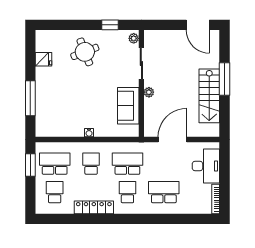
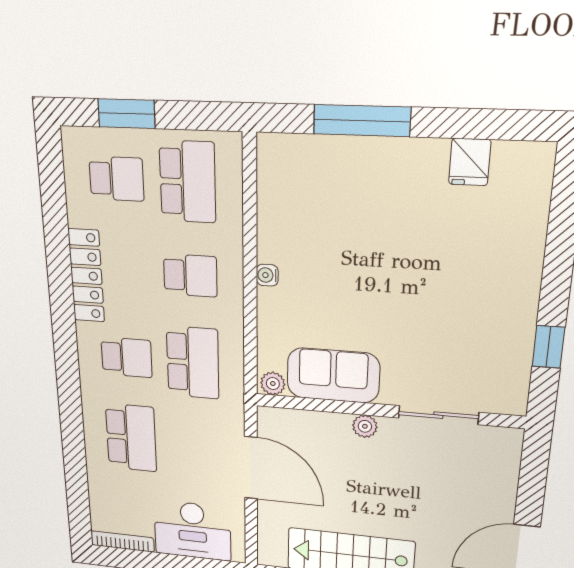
plant: (134, 38) -> (273, 384), moved
round table: (85, 52) -> (481, 277), removed
window: (30, 165) -> (126, 114), moved

